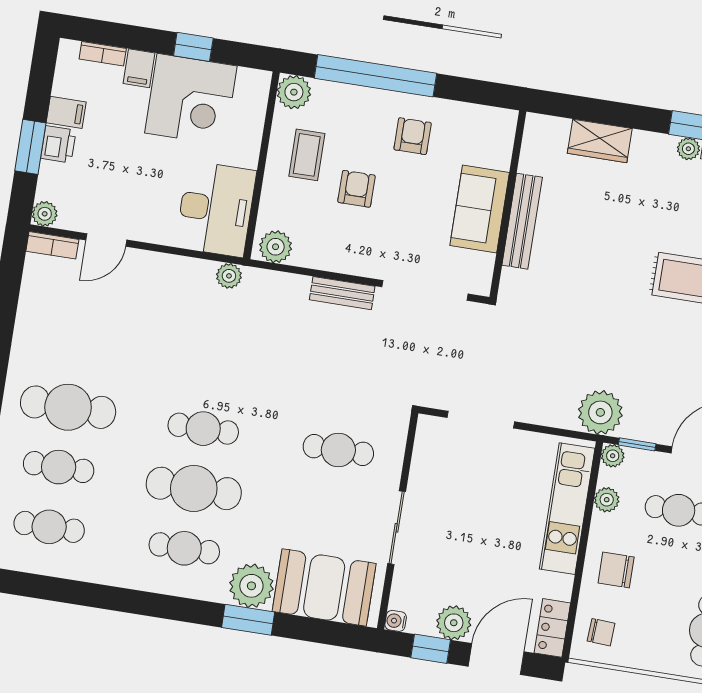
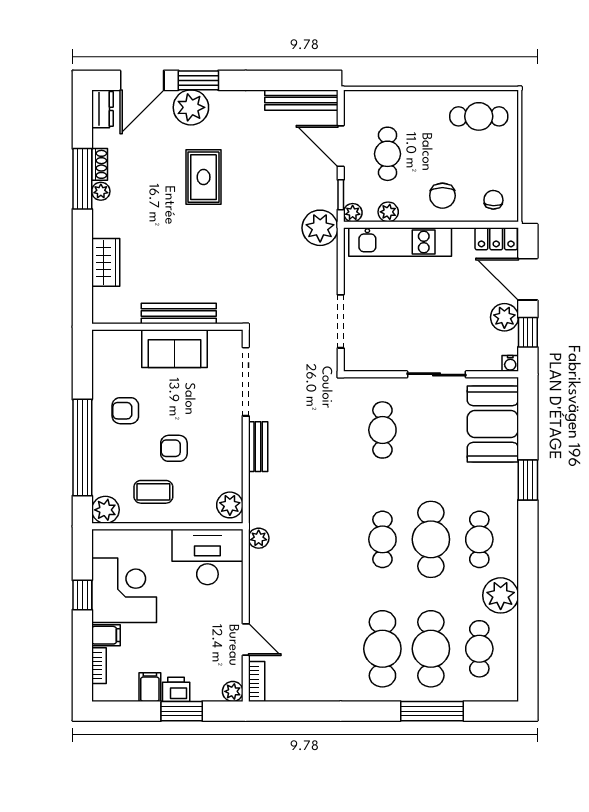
cafe table: (59, 467) -> (431, 649), width x1.37, depth x1.35
plant: (251, 586) -> (501, 595), moved

